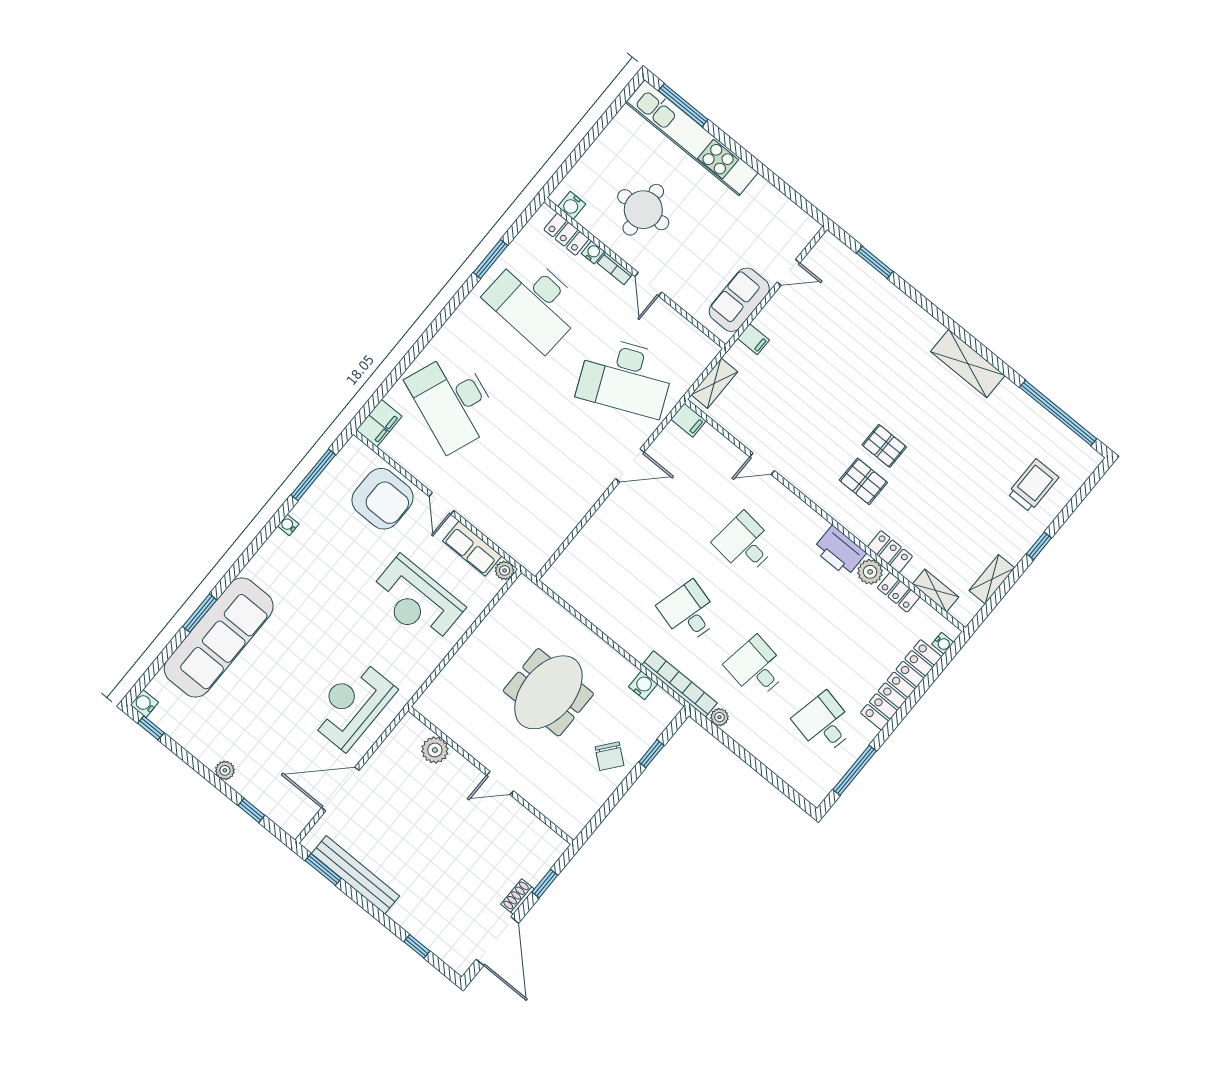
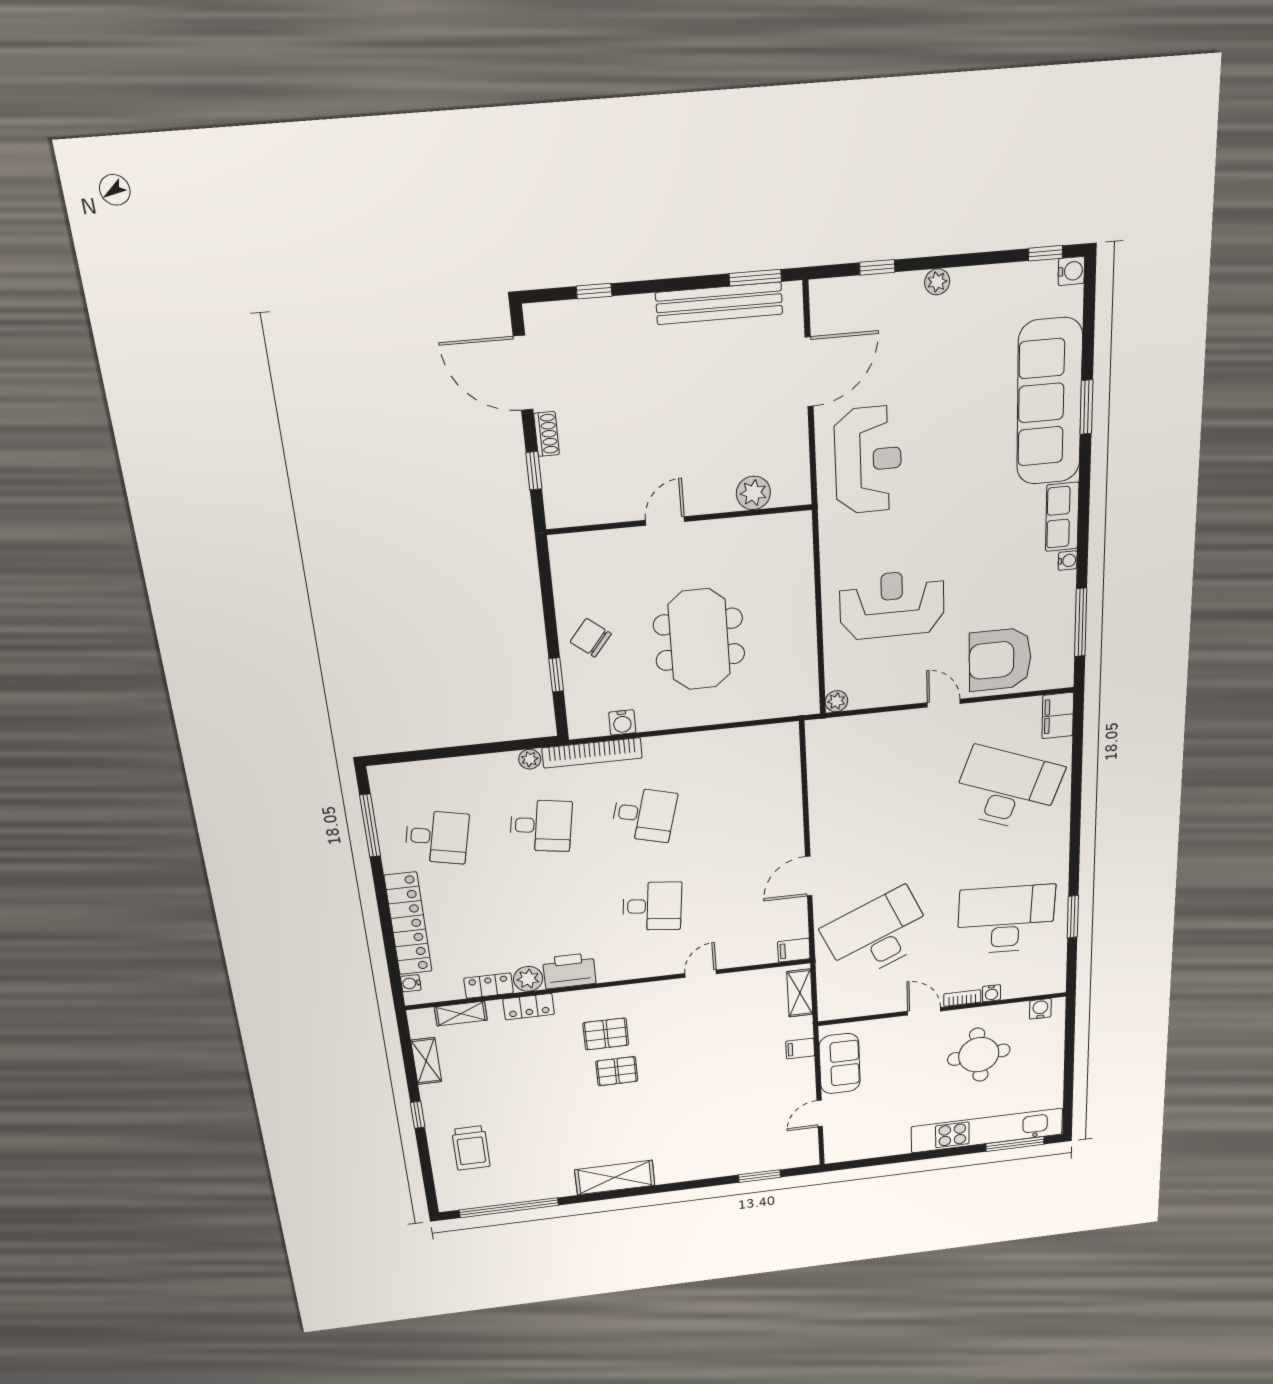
locker: (566, 234) -> (1026, 987), removed
row of seats: (472, 549) -> (1062, 517), moved, turned -90

